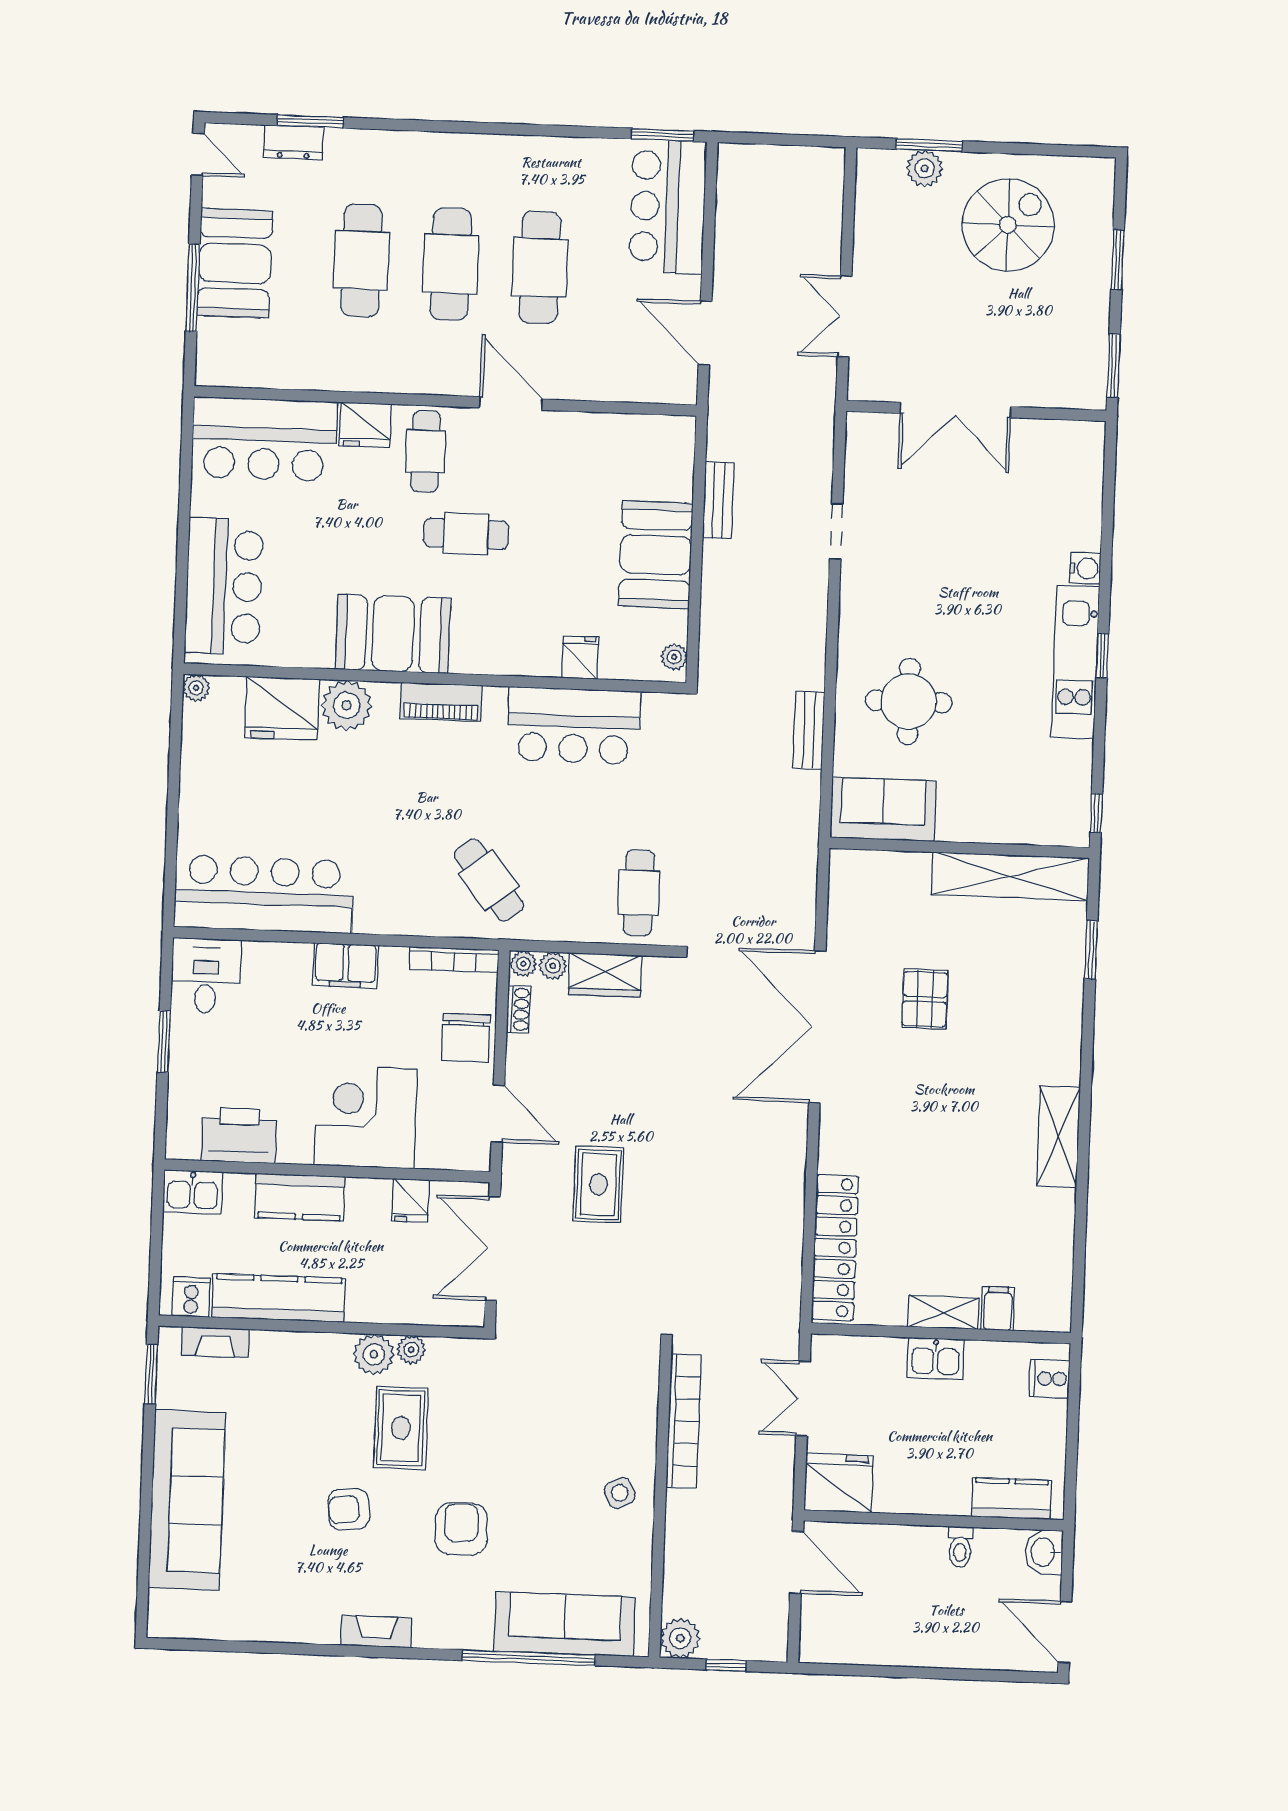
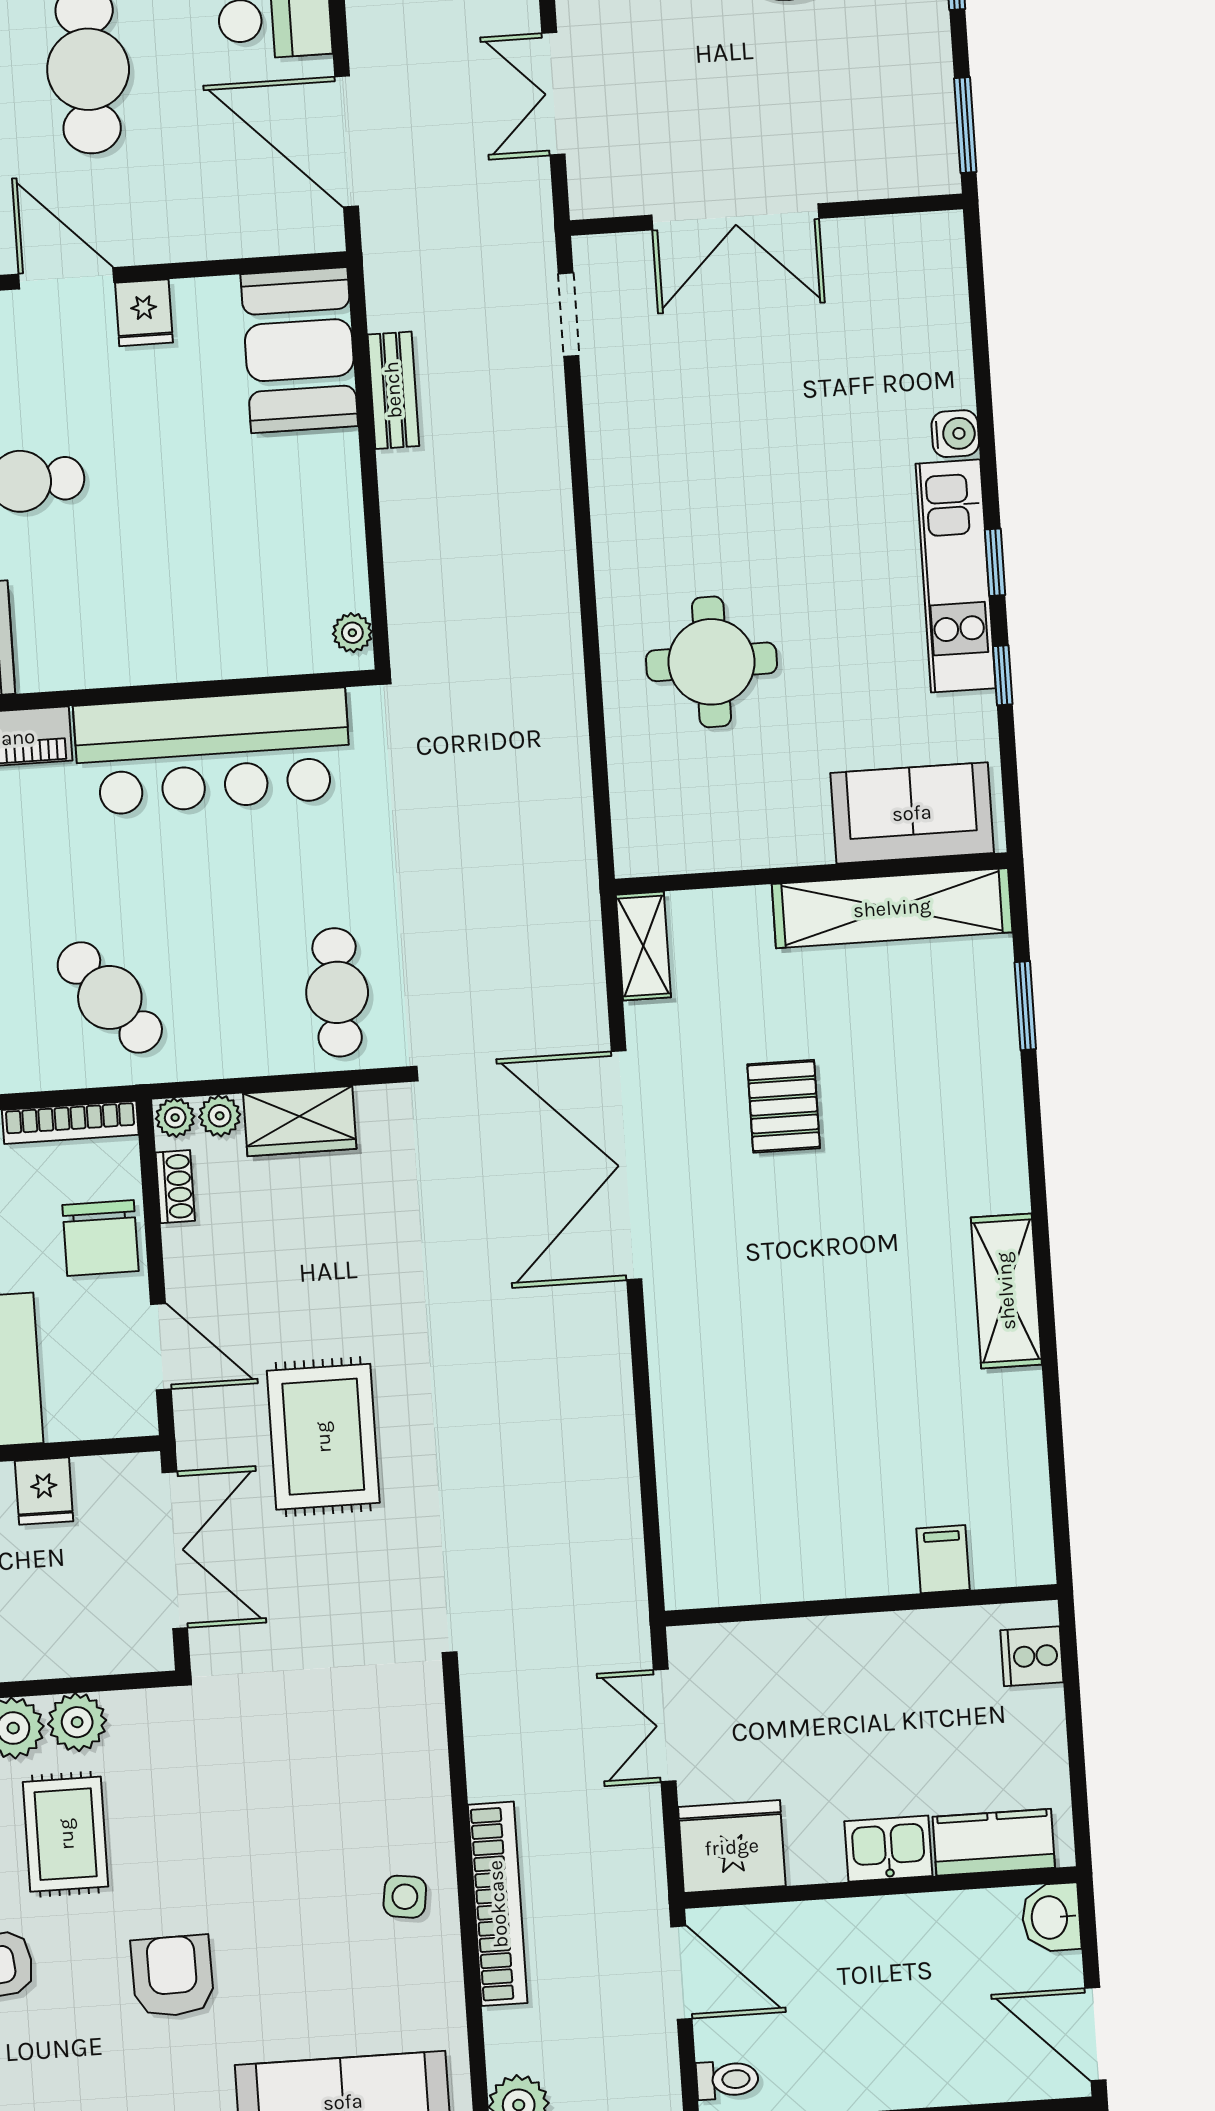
door: (705, 333) -> (347, 142), width x1.36
doorway: (836, 532) -> (568, 315), moved
booth: (656, 555) -> (299, 350), moved
fridge: (580, 658) -> (144, 313), moved, turned 180
bar counter: (574, 726) -> (213, 752), width x1.36
bench: (809, 730) -> (566, 721), removed
sofa: (883, 809) -> (912, 813), moved
window: (1096, 813) -> (1003, 675), moved
rug: (598, 1184) -> (323, 1437), width x1.36, depth x1.43
locker: (835, 1248) -> (688, 1494), removed
double door: (493, 1249) -> (175, 1550), swing flipped
shelving: (944, 1312) -> (643, 946), moved, turned 90
plant: (411, 1350) -> (77, 1722), width x1.38, depth x1.38
kitchen sink: (935, 1358) -> (888, 1849), moved, turned 180
bookcase: (684, 1421) -> (498, 1904), moved
side table: (620, 1493) -> (405, 1897), turned 32
toilet: (960, 1547) -> (727, 2080), moved, turned -90

